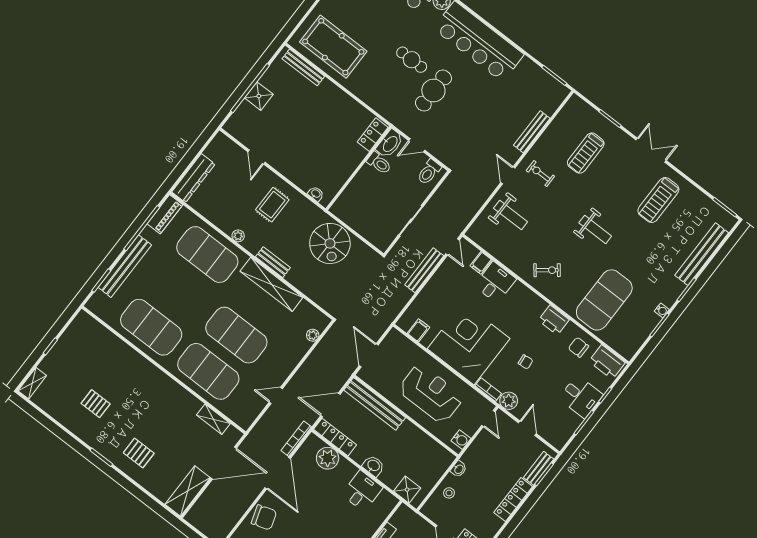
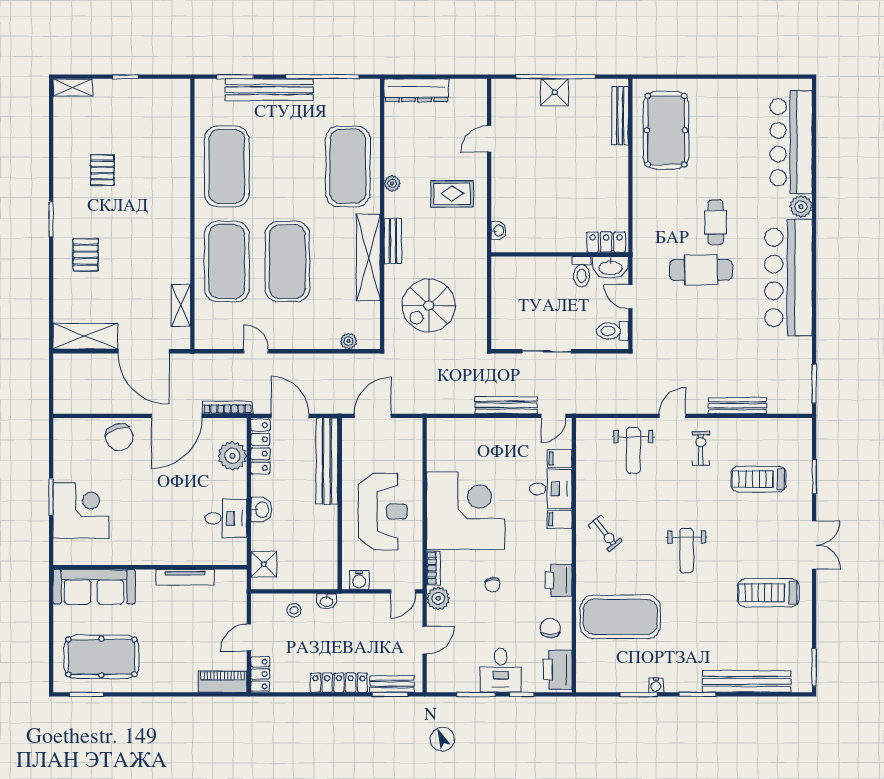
piano: (165, 214) -> (356, 90), removed
spiral stairs: (330, 243) -> (429, 306), moved
filing cabinet: (418, 330) -> (560, 519), moved, turned 180

